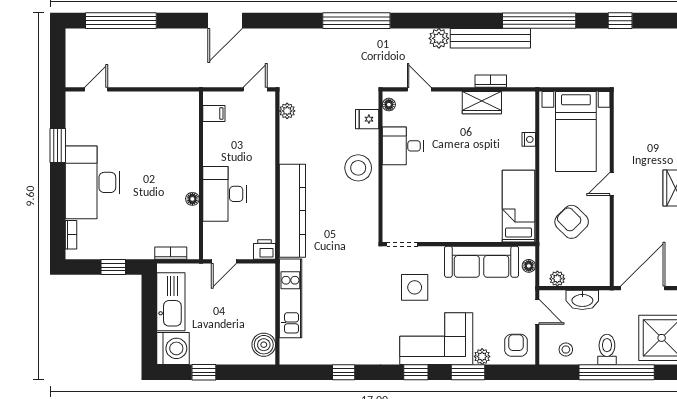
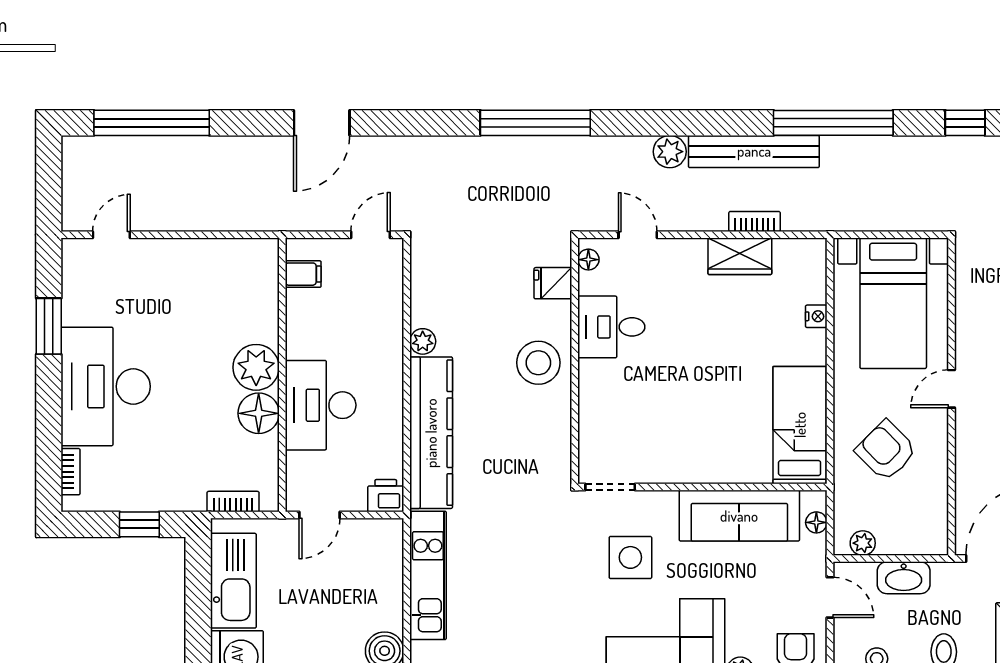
plant: (287, 111) -> (423, 341), moved
plant: (185, 171) -> (256, 367), added
floor lamp: (192, 199) -> (259, 413), width x1.89, depth x1.89

